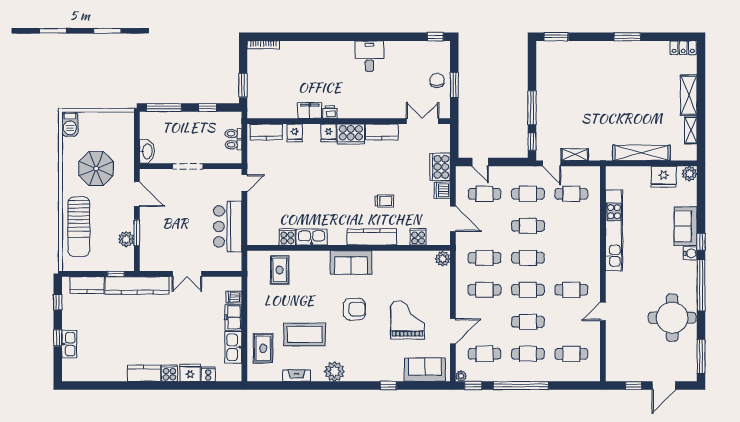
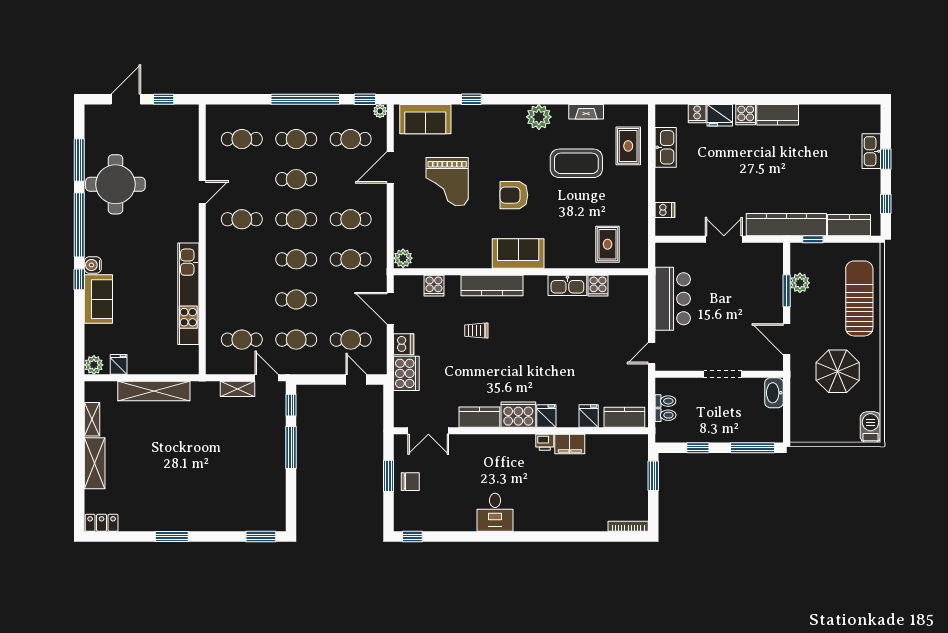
chair: (437, 80) -> (410, 482), turned -90
fridge: (664, 177) -> (119, 364), width x0.53, depth x0.75
freezer: (233, 317) -> (666, 185), removed
window: (701, 356) -> (79, 160), moved

